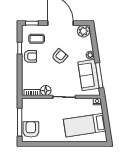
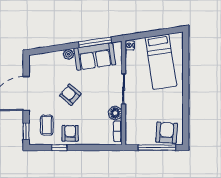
plant: (83, 31) -> (37, 63), removed
armchair: (31, 129) -> (167, 133), turned 94

